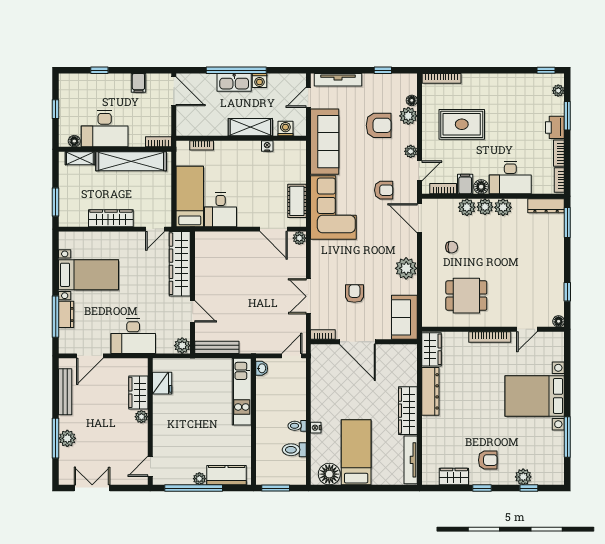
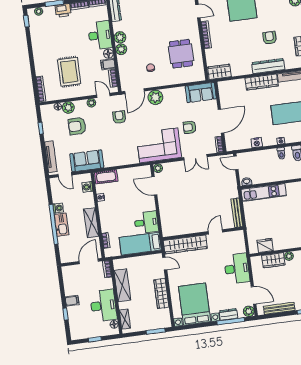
filing cabinet: (138, 83) -> (72, 301), moved
door: (174, 91) -> (89, 261), moved
armchair: (379, 125) -> (77, 126), turned -90
shelving: (250, 127) -> (91, 223), moved
sofa: (325, 142) -> (87, 161), width x0.73
shelving: (131, 161) -> (122, 285), width x0.68
cot: (297, 201) -> (106, 177), moved
corner sofa: (333, 207) -> (159, 145), moved
plant: (467, 207) -> (123, 61), removed
door: (274, 229) -> (154, 186), swing flipped
plant: (406, 268) -> (155, 97), moved
bed with nightstands: (89, 275) -> (195, 304), width x1.36
plant: (182, 346) -> (249, 311), moved
nightstand: (318, 391) -> (257, 143), added
dresser: (430, 391) -> (268, 66), moved
armchair: (488, 460) -> (270, 38), moved

